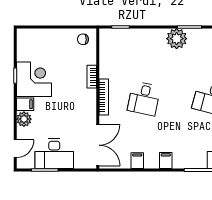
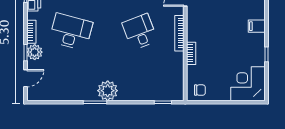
corner desk: (34, 79) -> (248, 84), moved, turned 90
desk: (144, 99) -> (140, 32), turned -33
plant: (24, 119) -> (258, 12), removed

